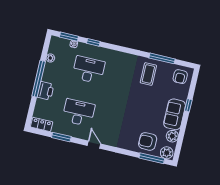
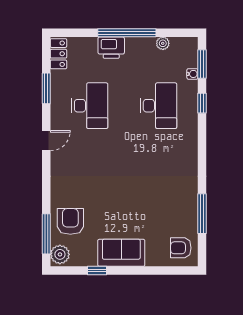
coffee table: (148, 74) -> (173, 198), removed
window: (188, 105) -> (97, 270), moved
plant: (172, 136) -> (87, 257), removed

